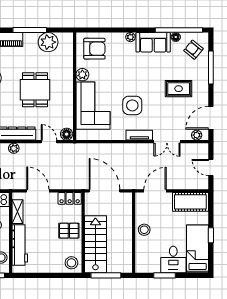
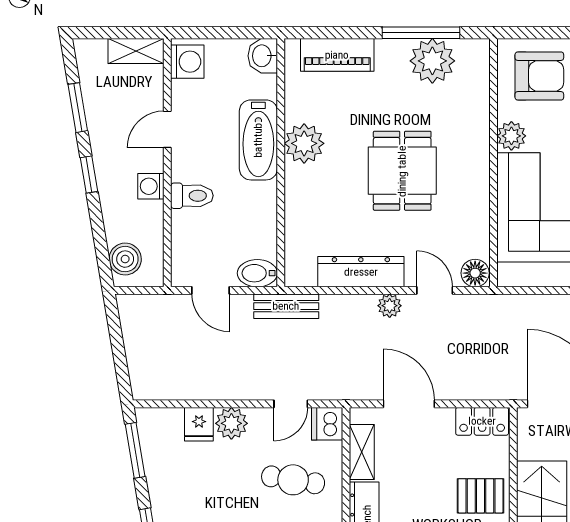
window: (30, 30) -> (421, 33), moved
plant: (14, 148) -> (390, 306), moved

